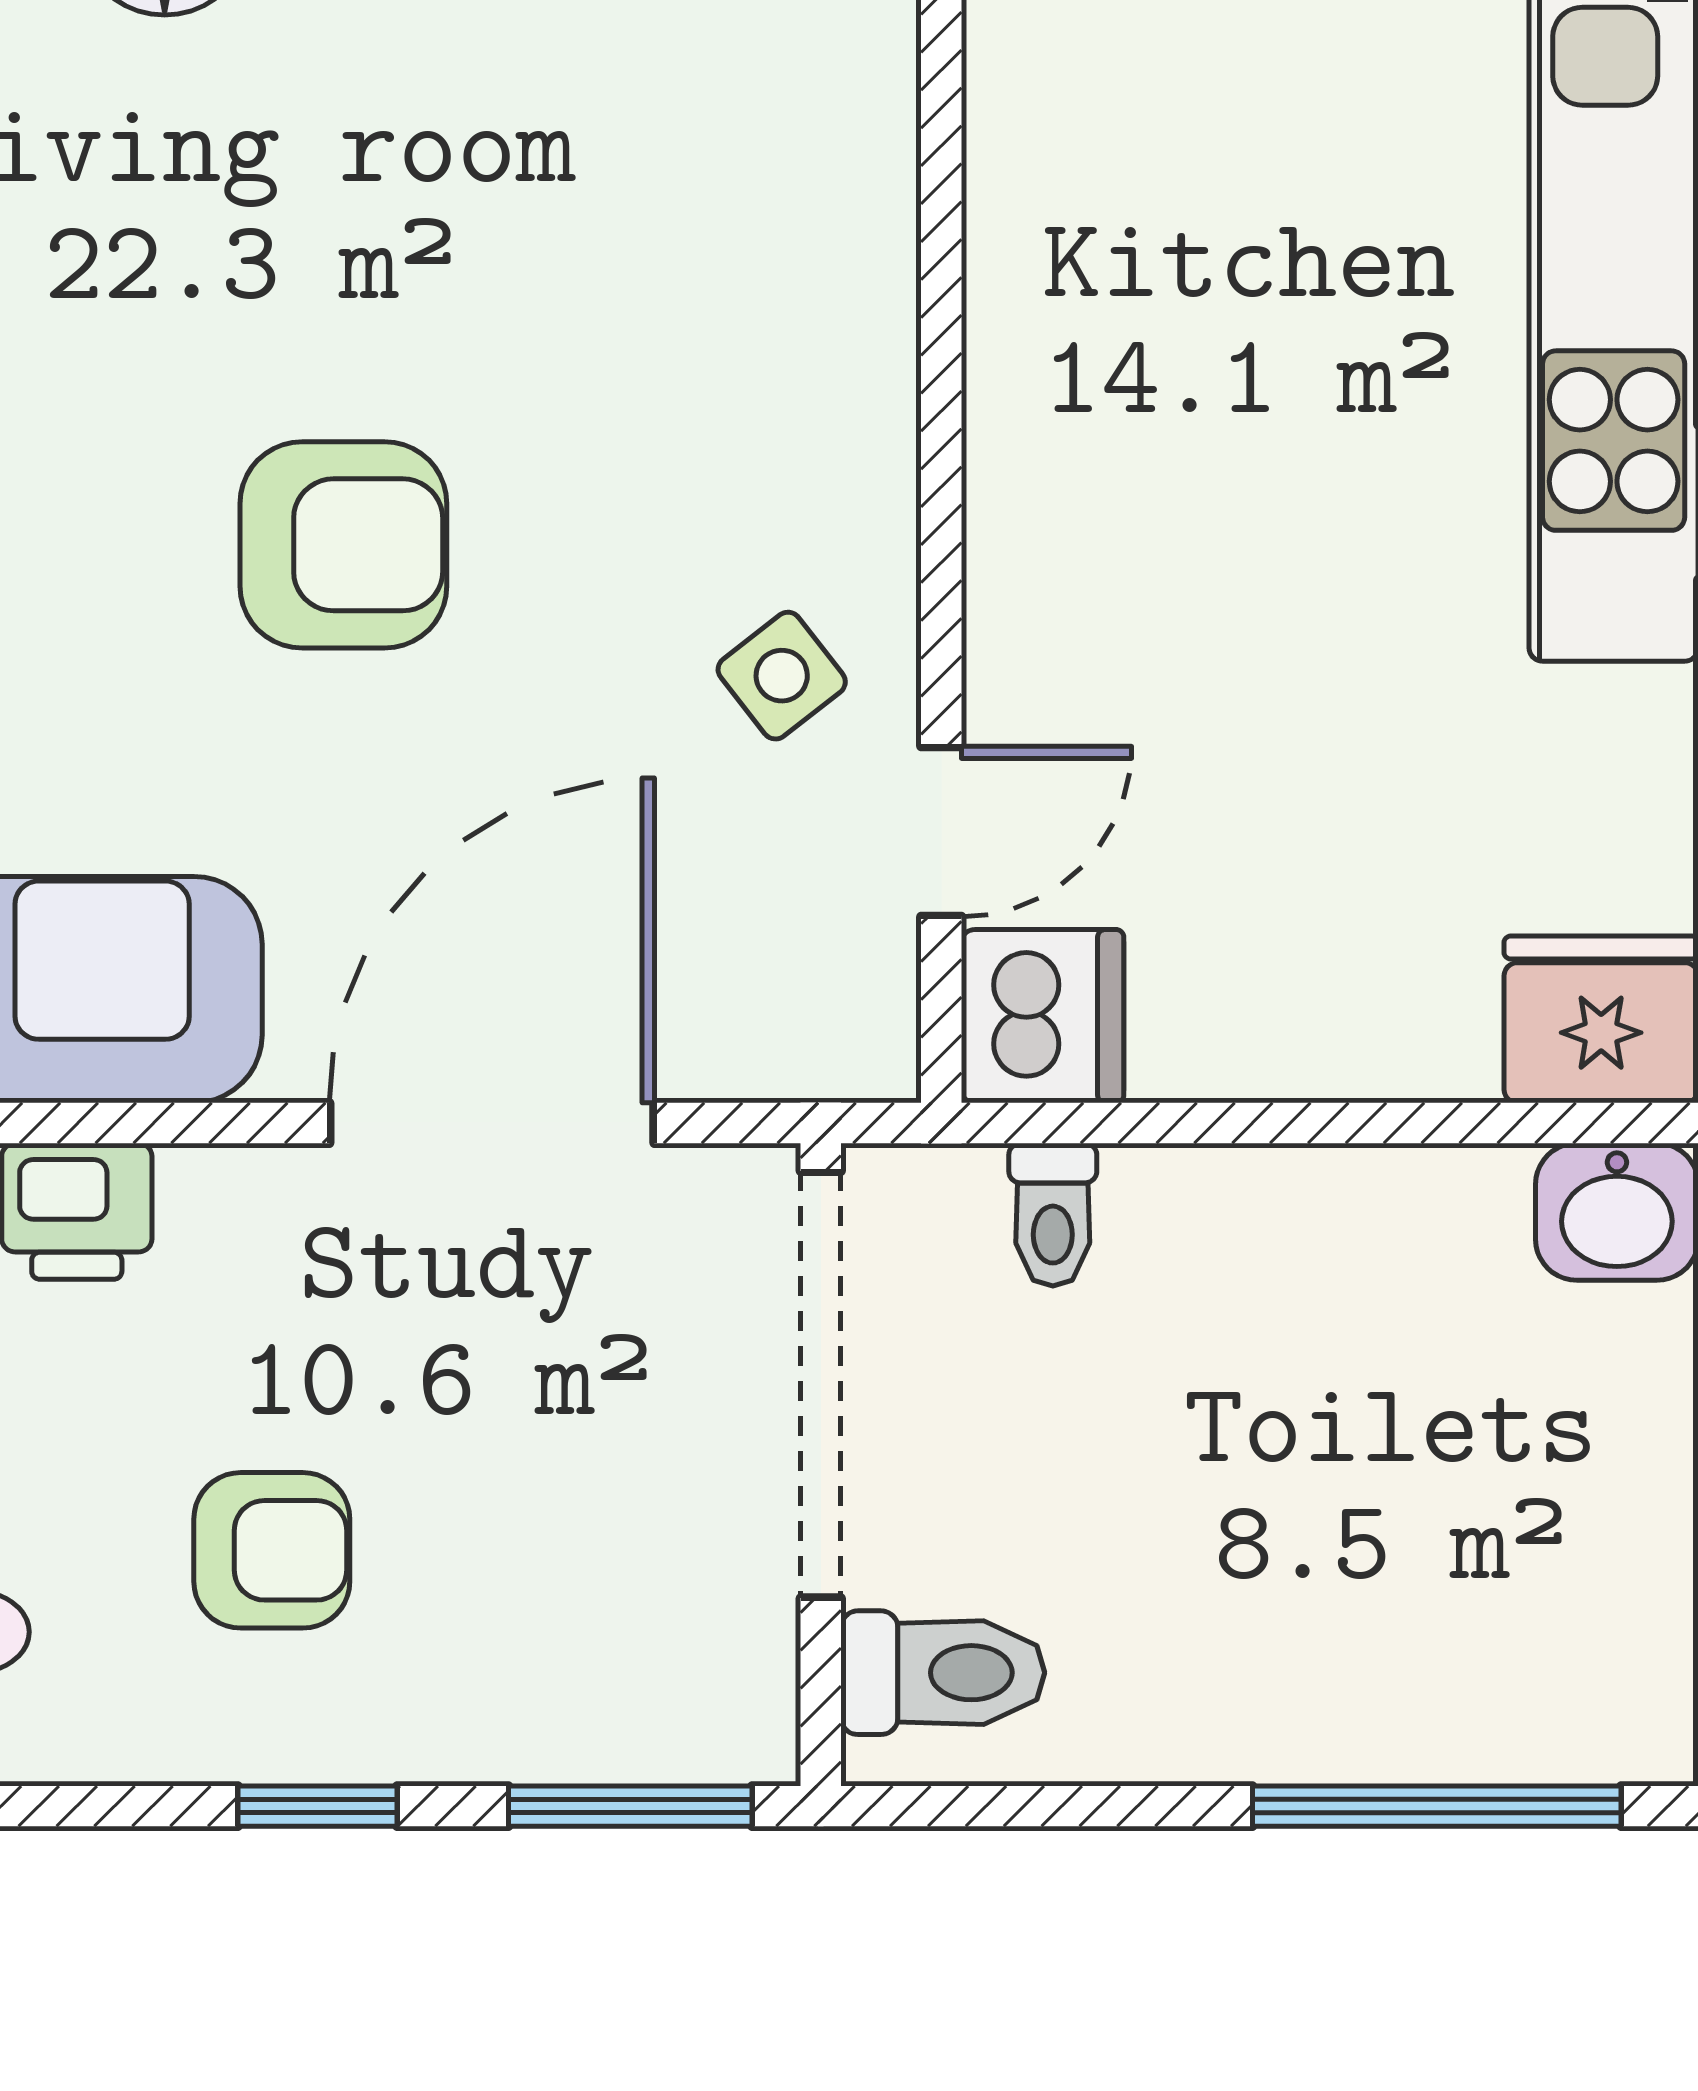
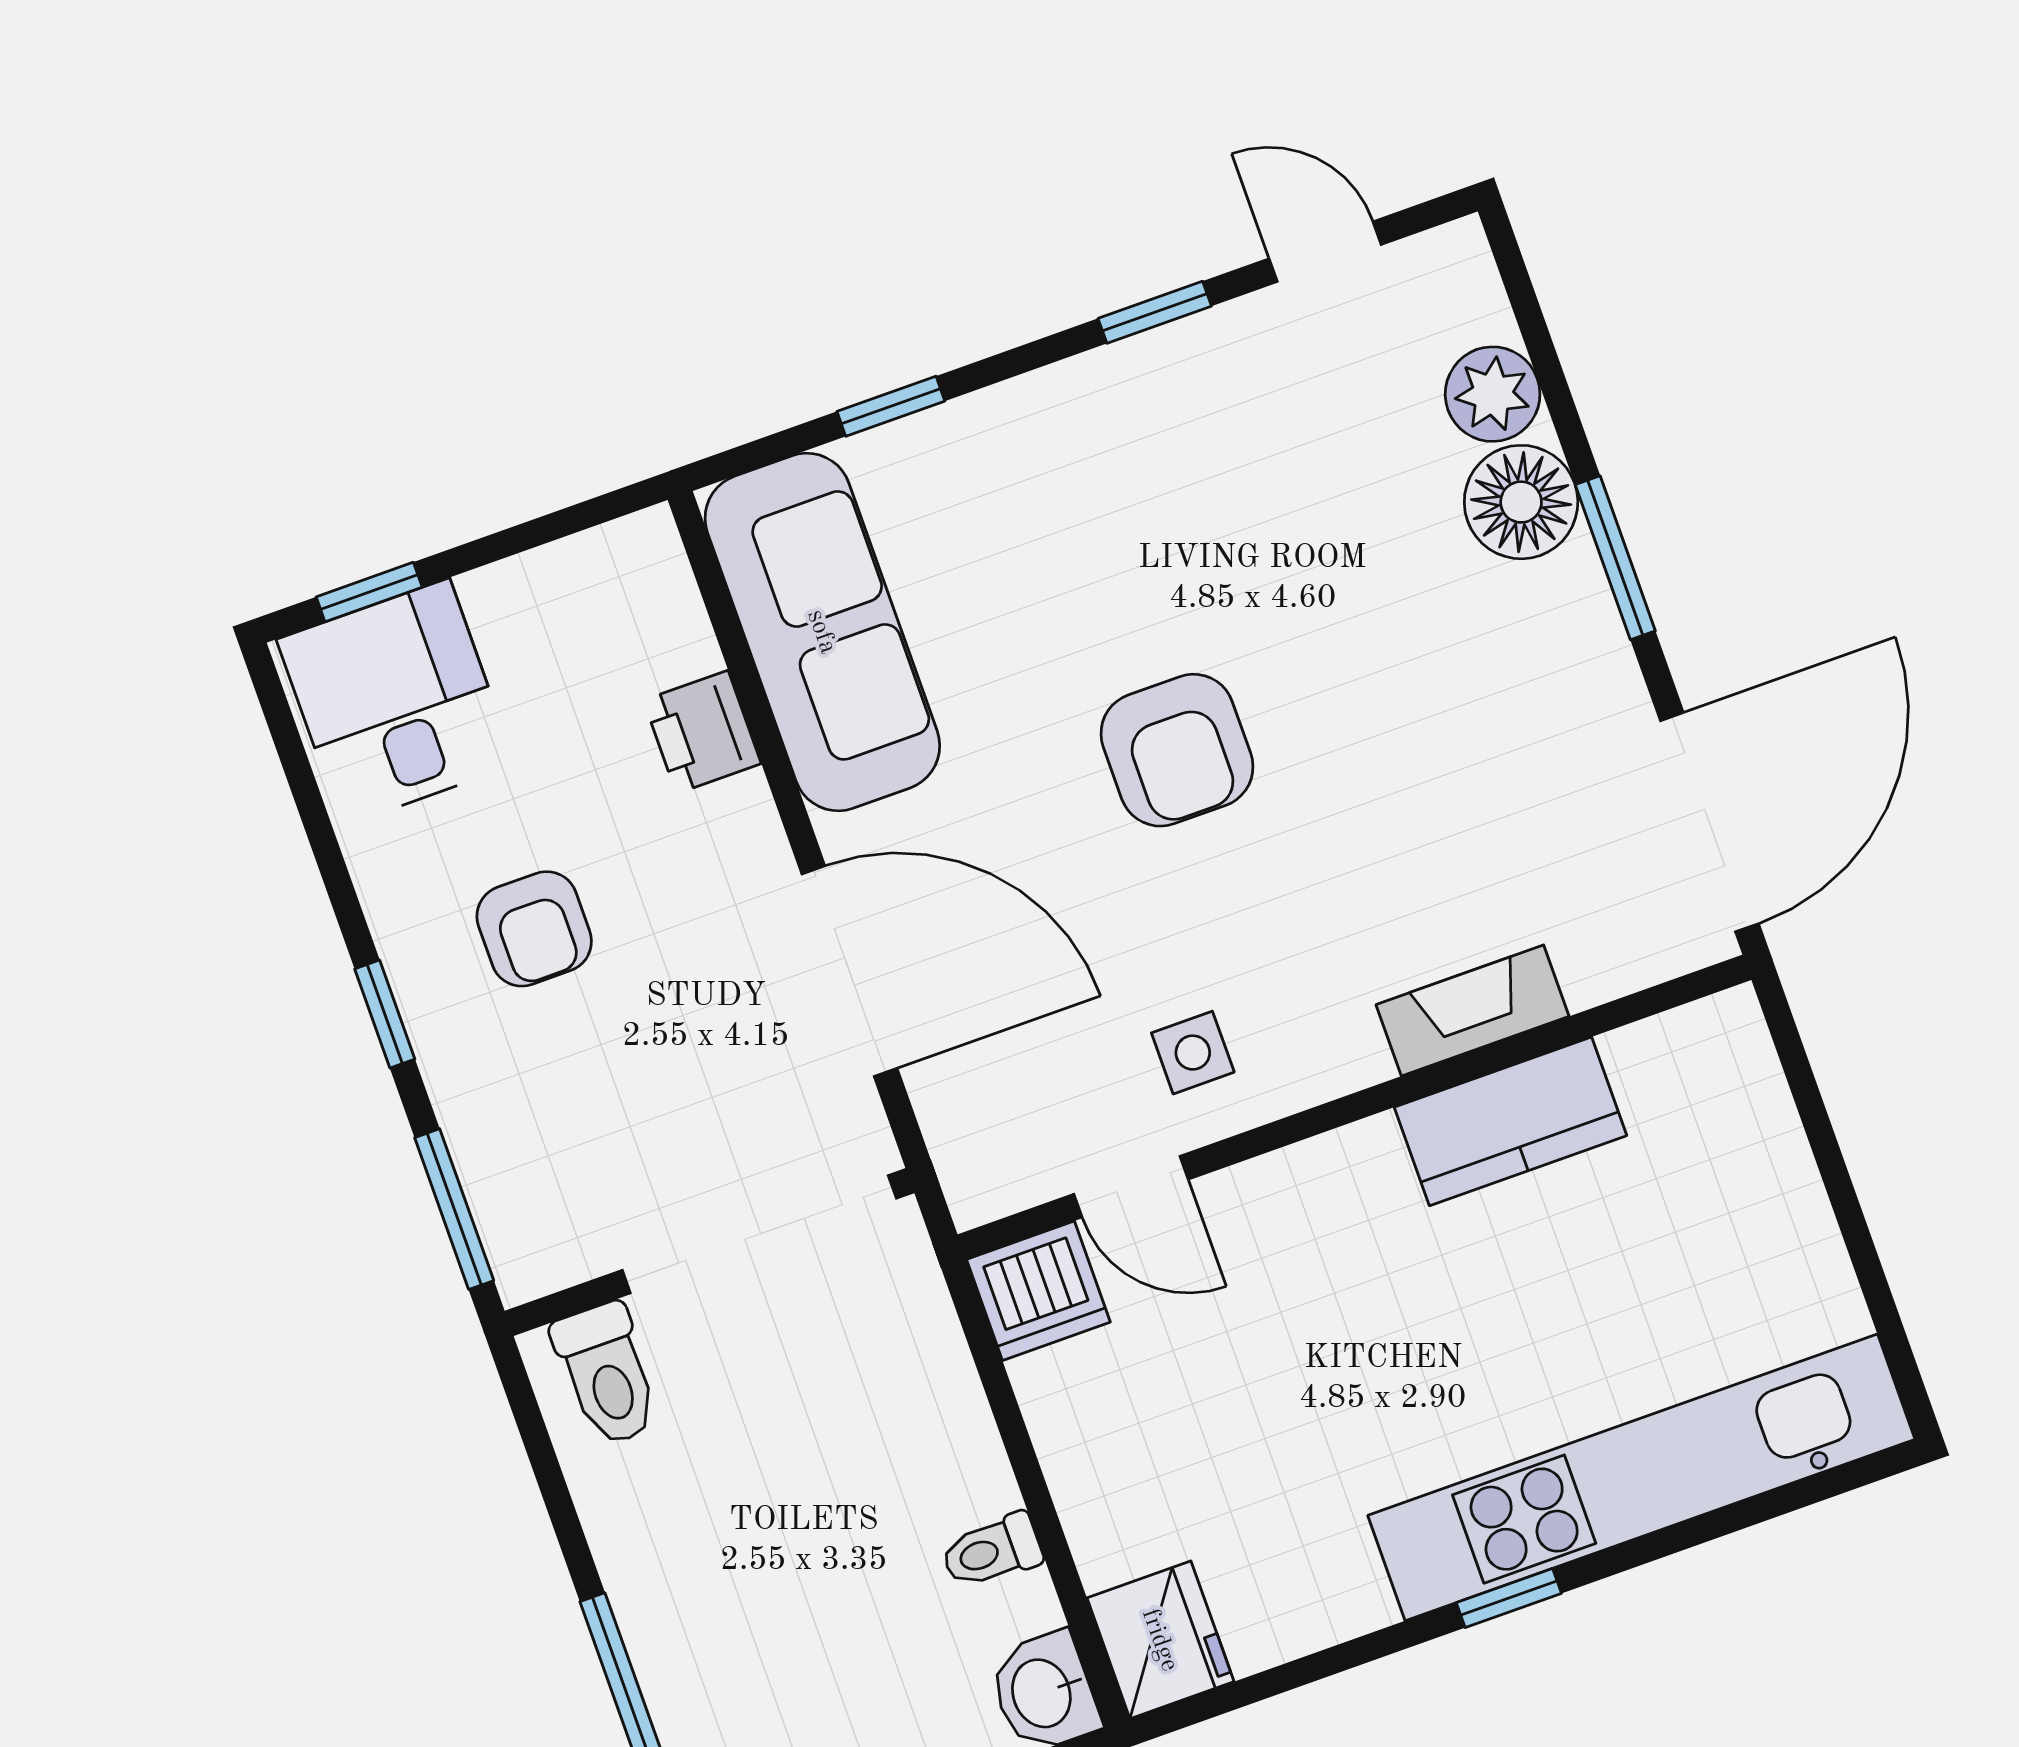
fireplace: (864, 256) -> (1473, 1011), added
kitchen counter: (1041, 258) -> (1510, 1121), added
side table: (782, 676) -> (1193, 1053), turned 38
toilet: (1053, 1215) -> (992, 1551), moved

